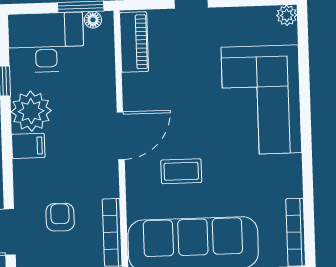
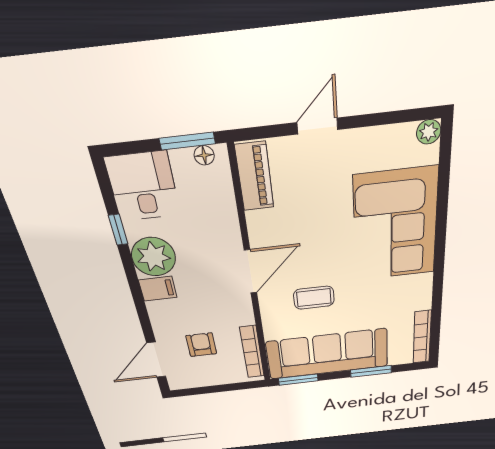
desk: (46, 42) -> (143, 187), width x0.73

